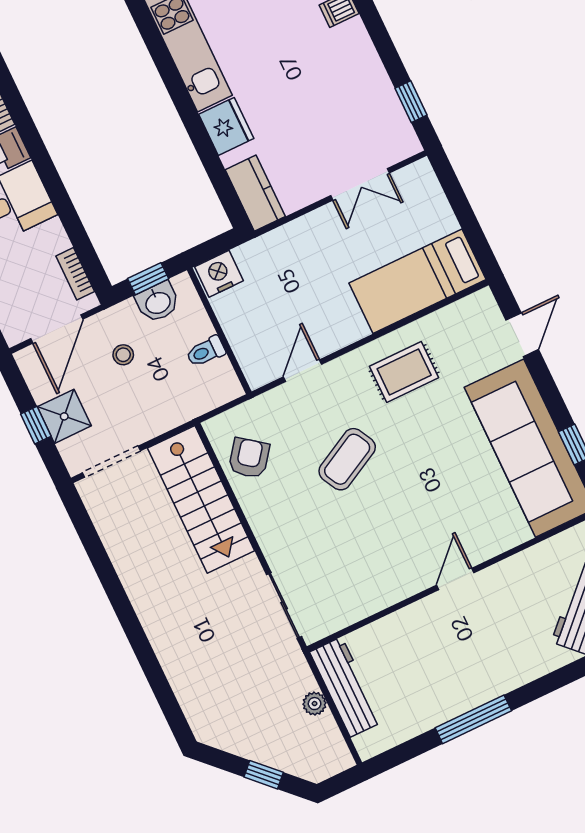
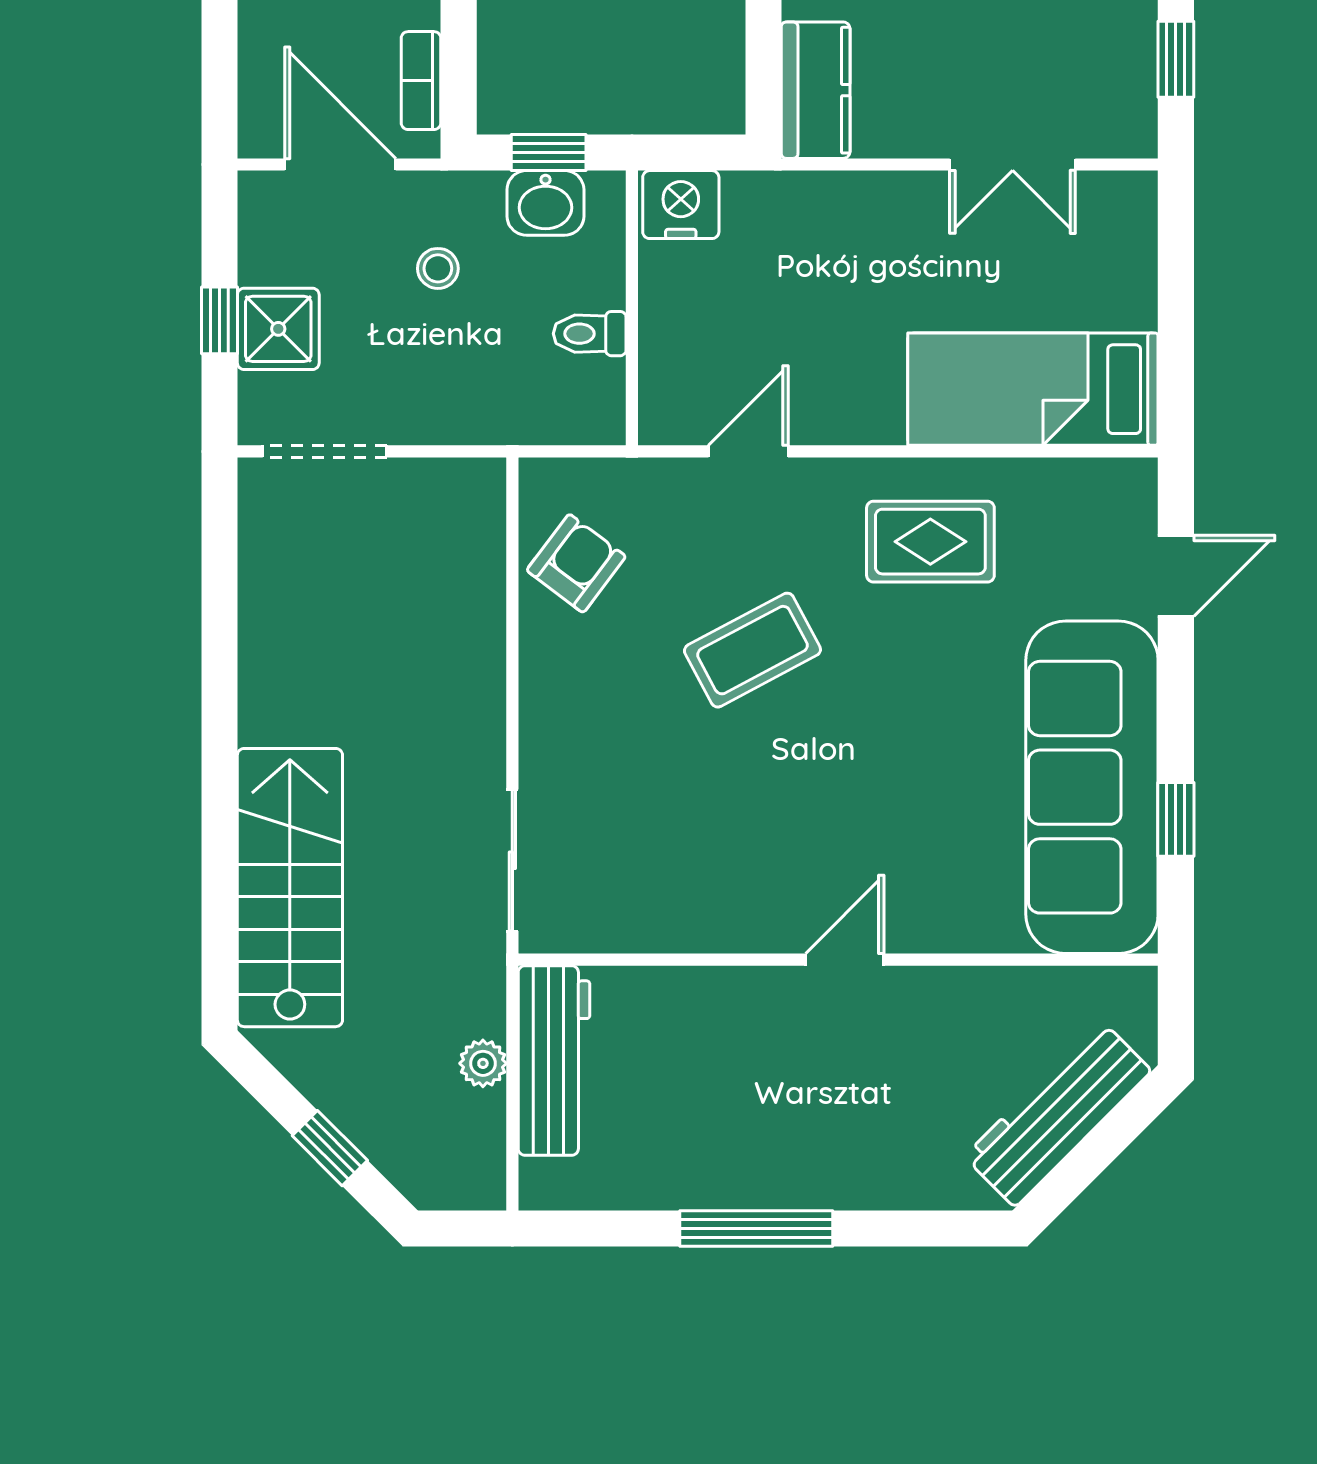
door: (57, 329) -> (340, 165), swing flipped
stairs: (201, 499) -> (290, 888), moved, turned 180

